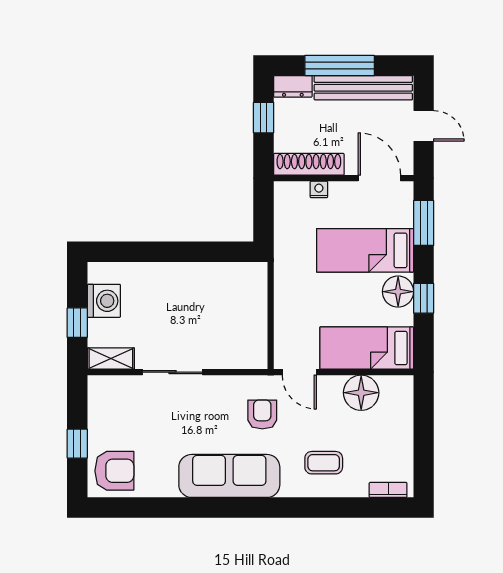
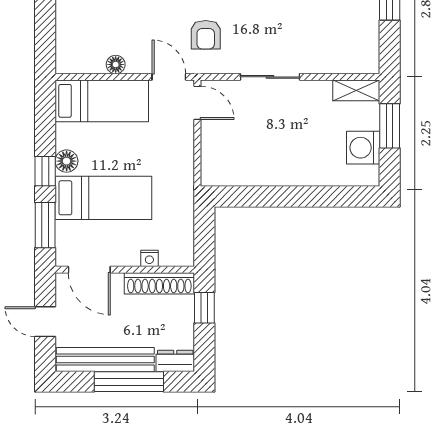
window: (264, 118) -> (204, 308), moved
floor lamp: (398, 292) -> (67, 161), width x0.73, depth x0.73
window: (424, 298) -> (45, 171), moved
window: (77, 323) -> (390, 126), width x1.50
door: (271, 346) -> (197, 103), added
sliding door: (173, 372) -> (270, 77), moved
floor lamp: (361, 393) -> (116, 65), width x0.53, depth x0.53

